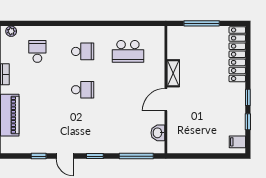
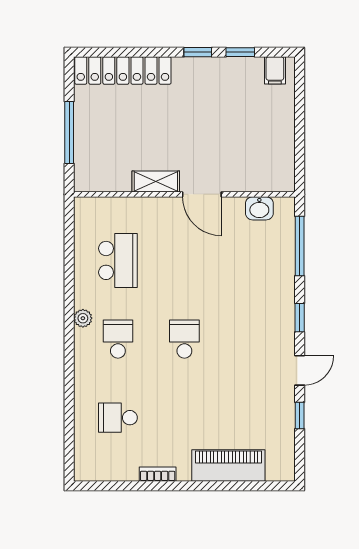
plant: (11, 31) -> (83, 318), moved

